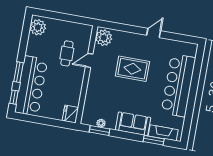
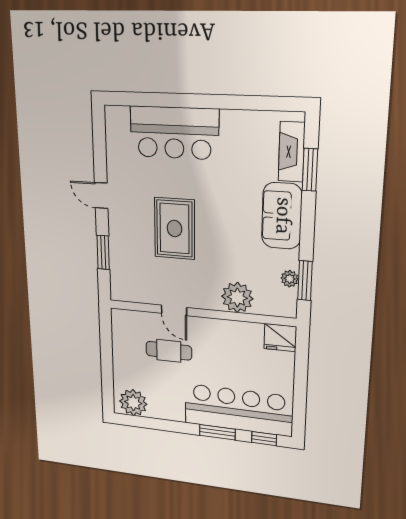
window: (124, 28) -> (103, 252), added
plant: (104, 38) -> (237, 297), moved
bar counter: (178, 85) -> (174, 133), width x0.73

